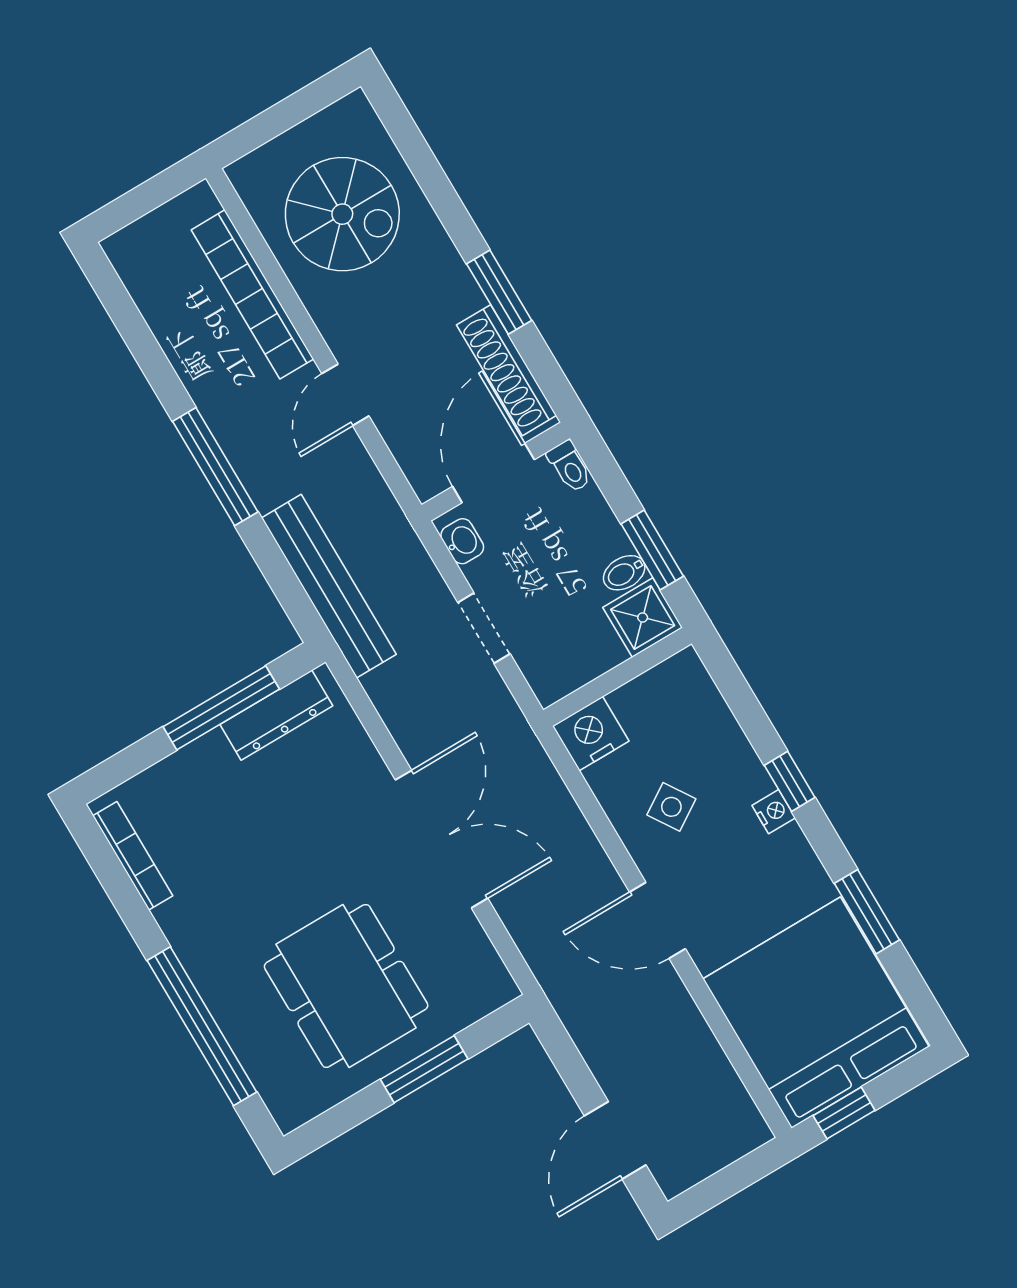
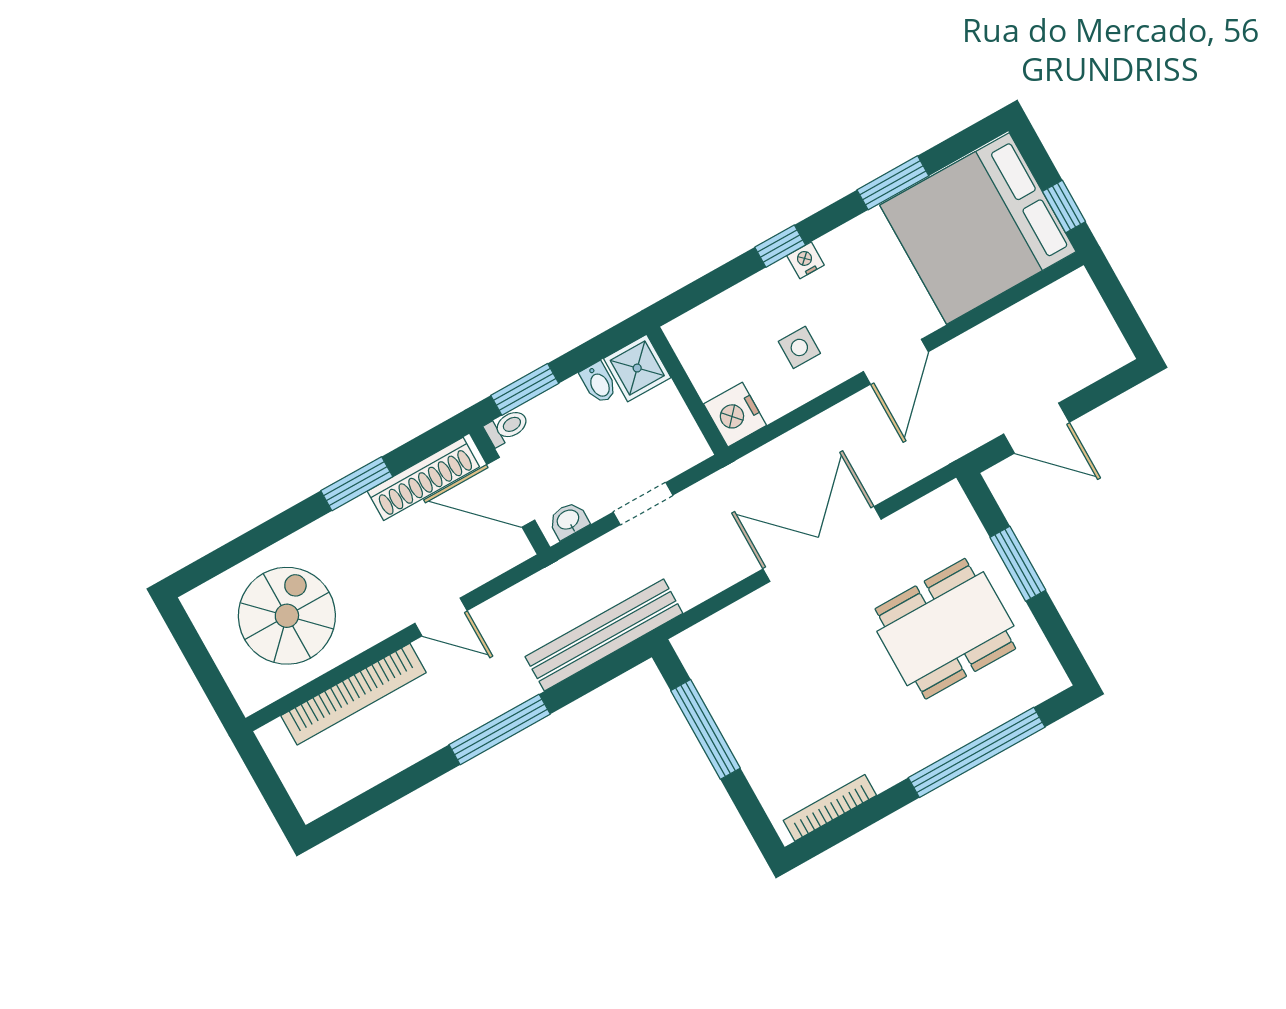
window: (652, 550) -> (525, 389), moved
dresser: (276, 715) -> (713, 682), removed
side table: (671, 807) -> (799, 347), turned 33
door: (615, 1140) -> (1037, 428), moved

